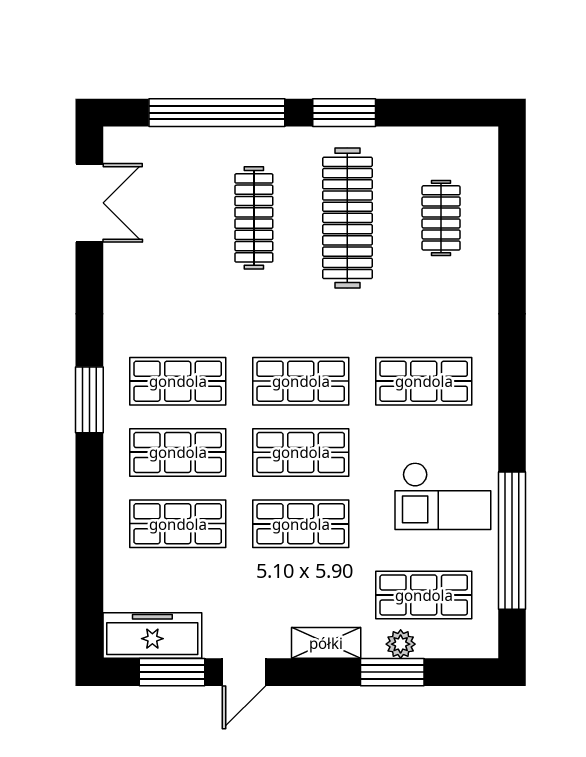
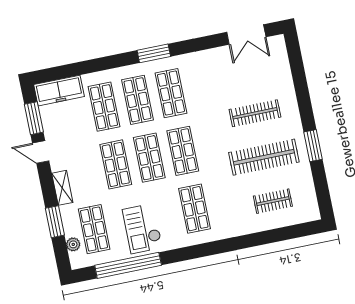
window: (217, 113) -> (301, 86), removed
freezer: (152, 636) -> (59, 91), moved, turned 90
plant: (401, 644) -> (73, 244), moved

